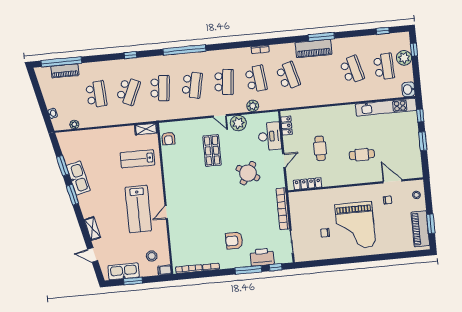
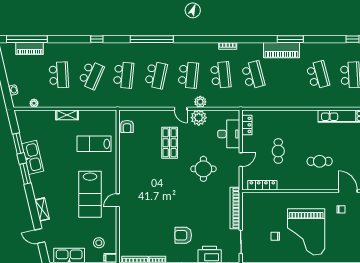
plant: (253, 106) -> (200, 102), moved
shelving: (146, 129) -> (67, 115), moved
round table: (248, 173) -> (203, 169), turned -33

